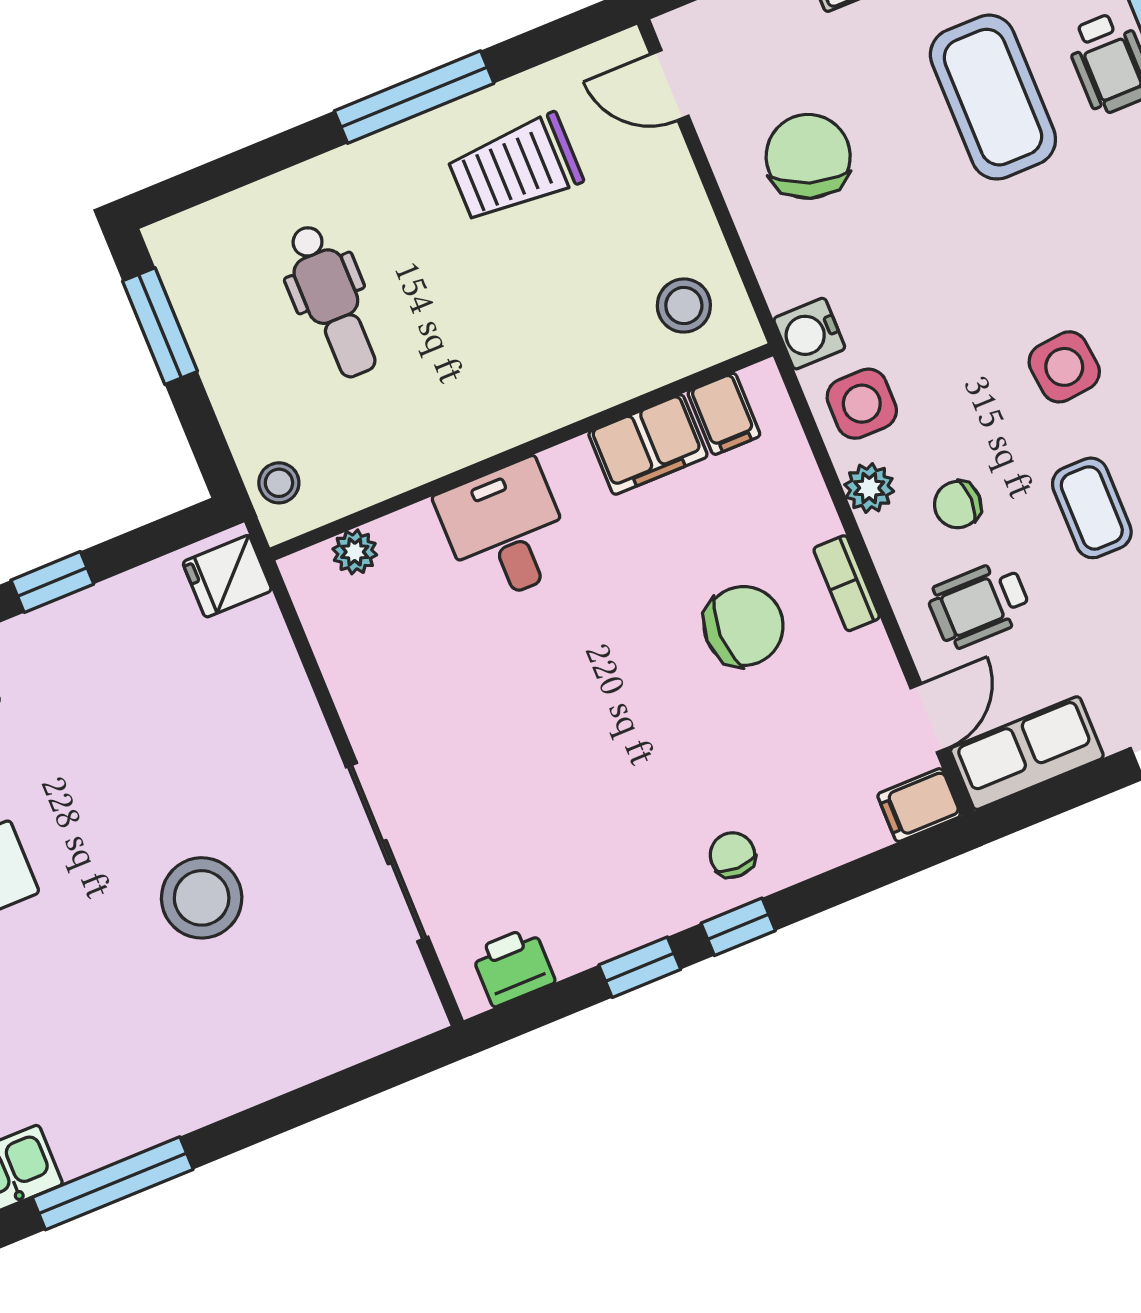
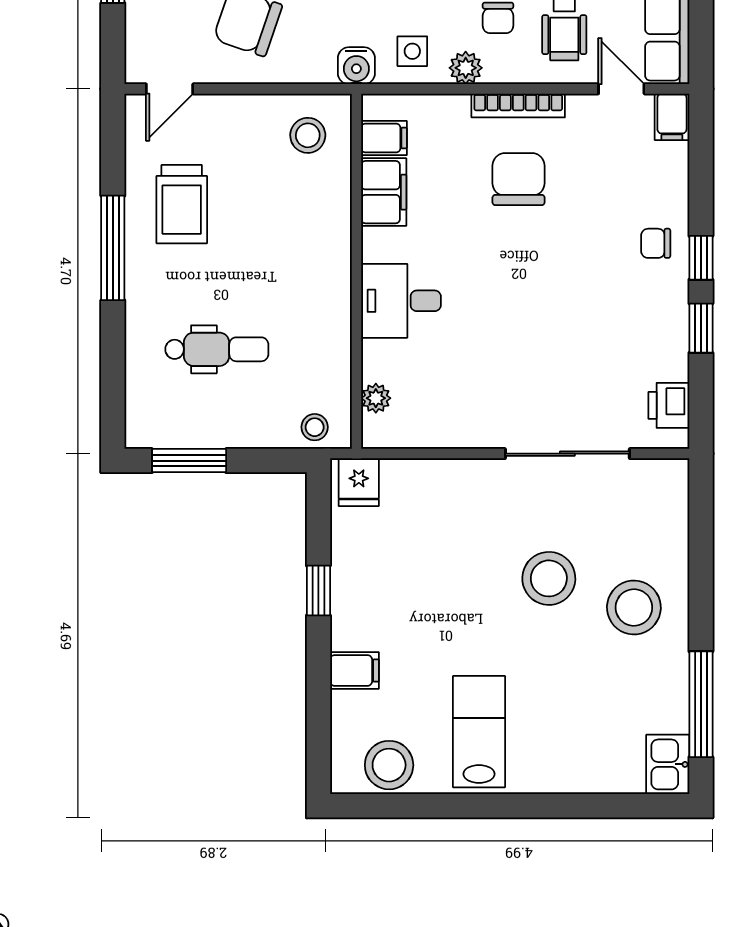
side table: (862, 404) -> (412, 51), width x0.73, depth x0.73
bookcase: (847, 583) -> (518, 106), width x1.56
stool: (210, 1034) -> (634, 608), added

